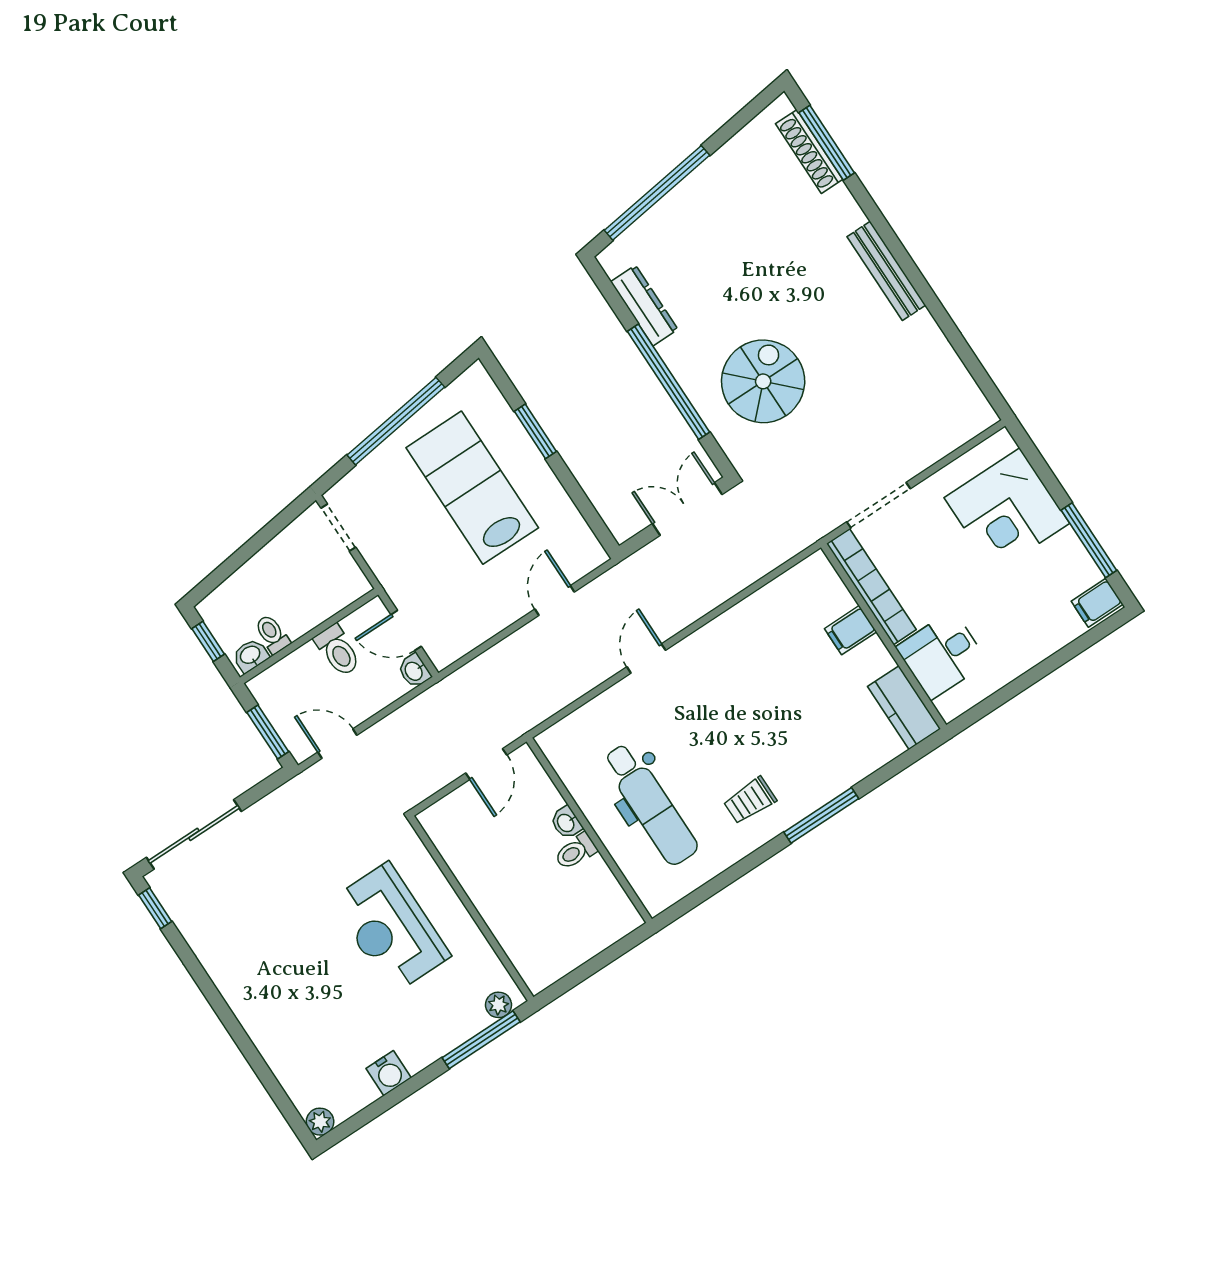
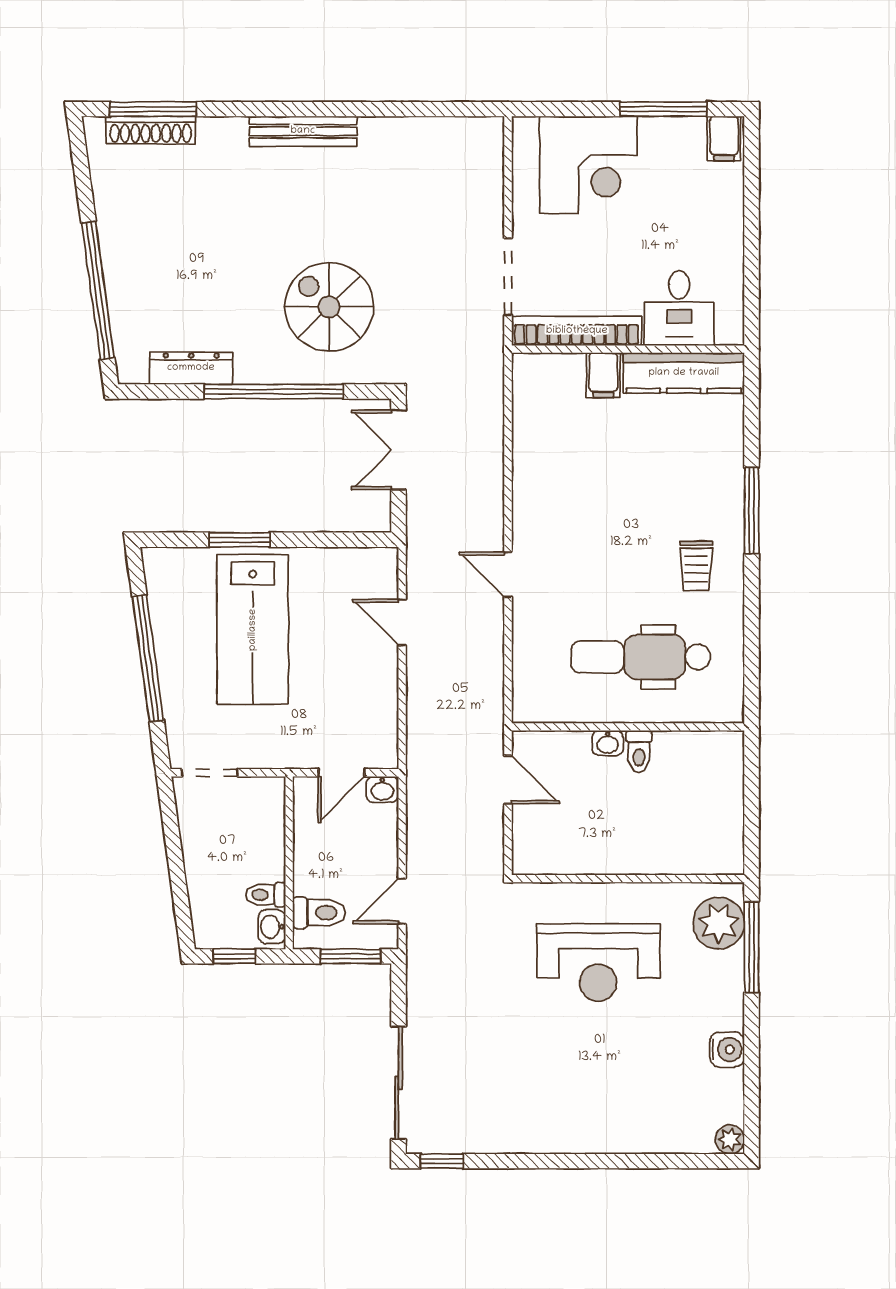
lab bench: (472, 488) -> (253, 630), turned -90
toilet: (338, 651) -> (319, 913), moved
kitchen counter: (904, 708) -> (684, 373), width x1.50
dental chair: (650, 804) -> (641, 657), turned 180
plant: (499, 1005) -> (719, 923), width x1.87, depth x1.87

